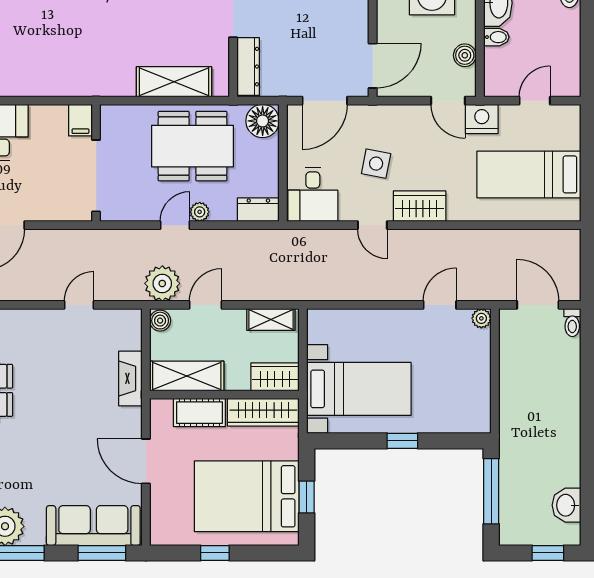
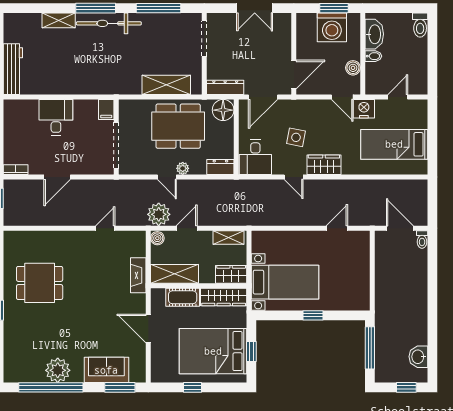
dresser: (248, 67) -> (225, 87), moved, turned -90
door: (175, 225) -> (167, 177), swing flipped
plant: (481, 318) -> (364, 237), removed
sofa: (93, 526) -> (106, 370), width x0.73

